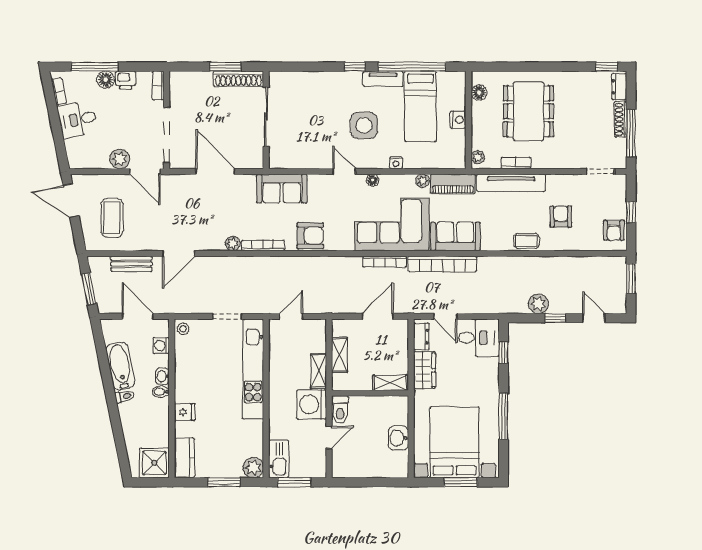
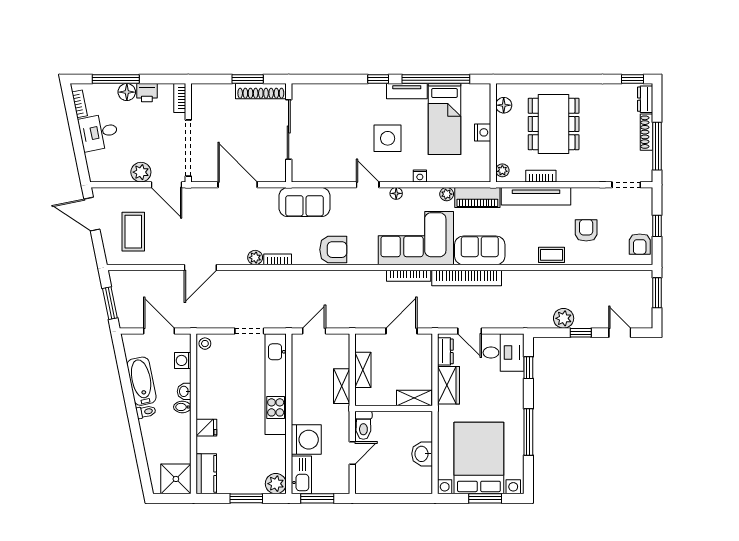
bookcase: (263, 245) -> (278, 259), width x0.64
bench: (131, 264) -> (153, 278), removed
washing machine: (312, 404) -> (306, 440), moved, turned 180

